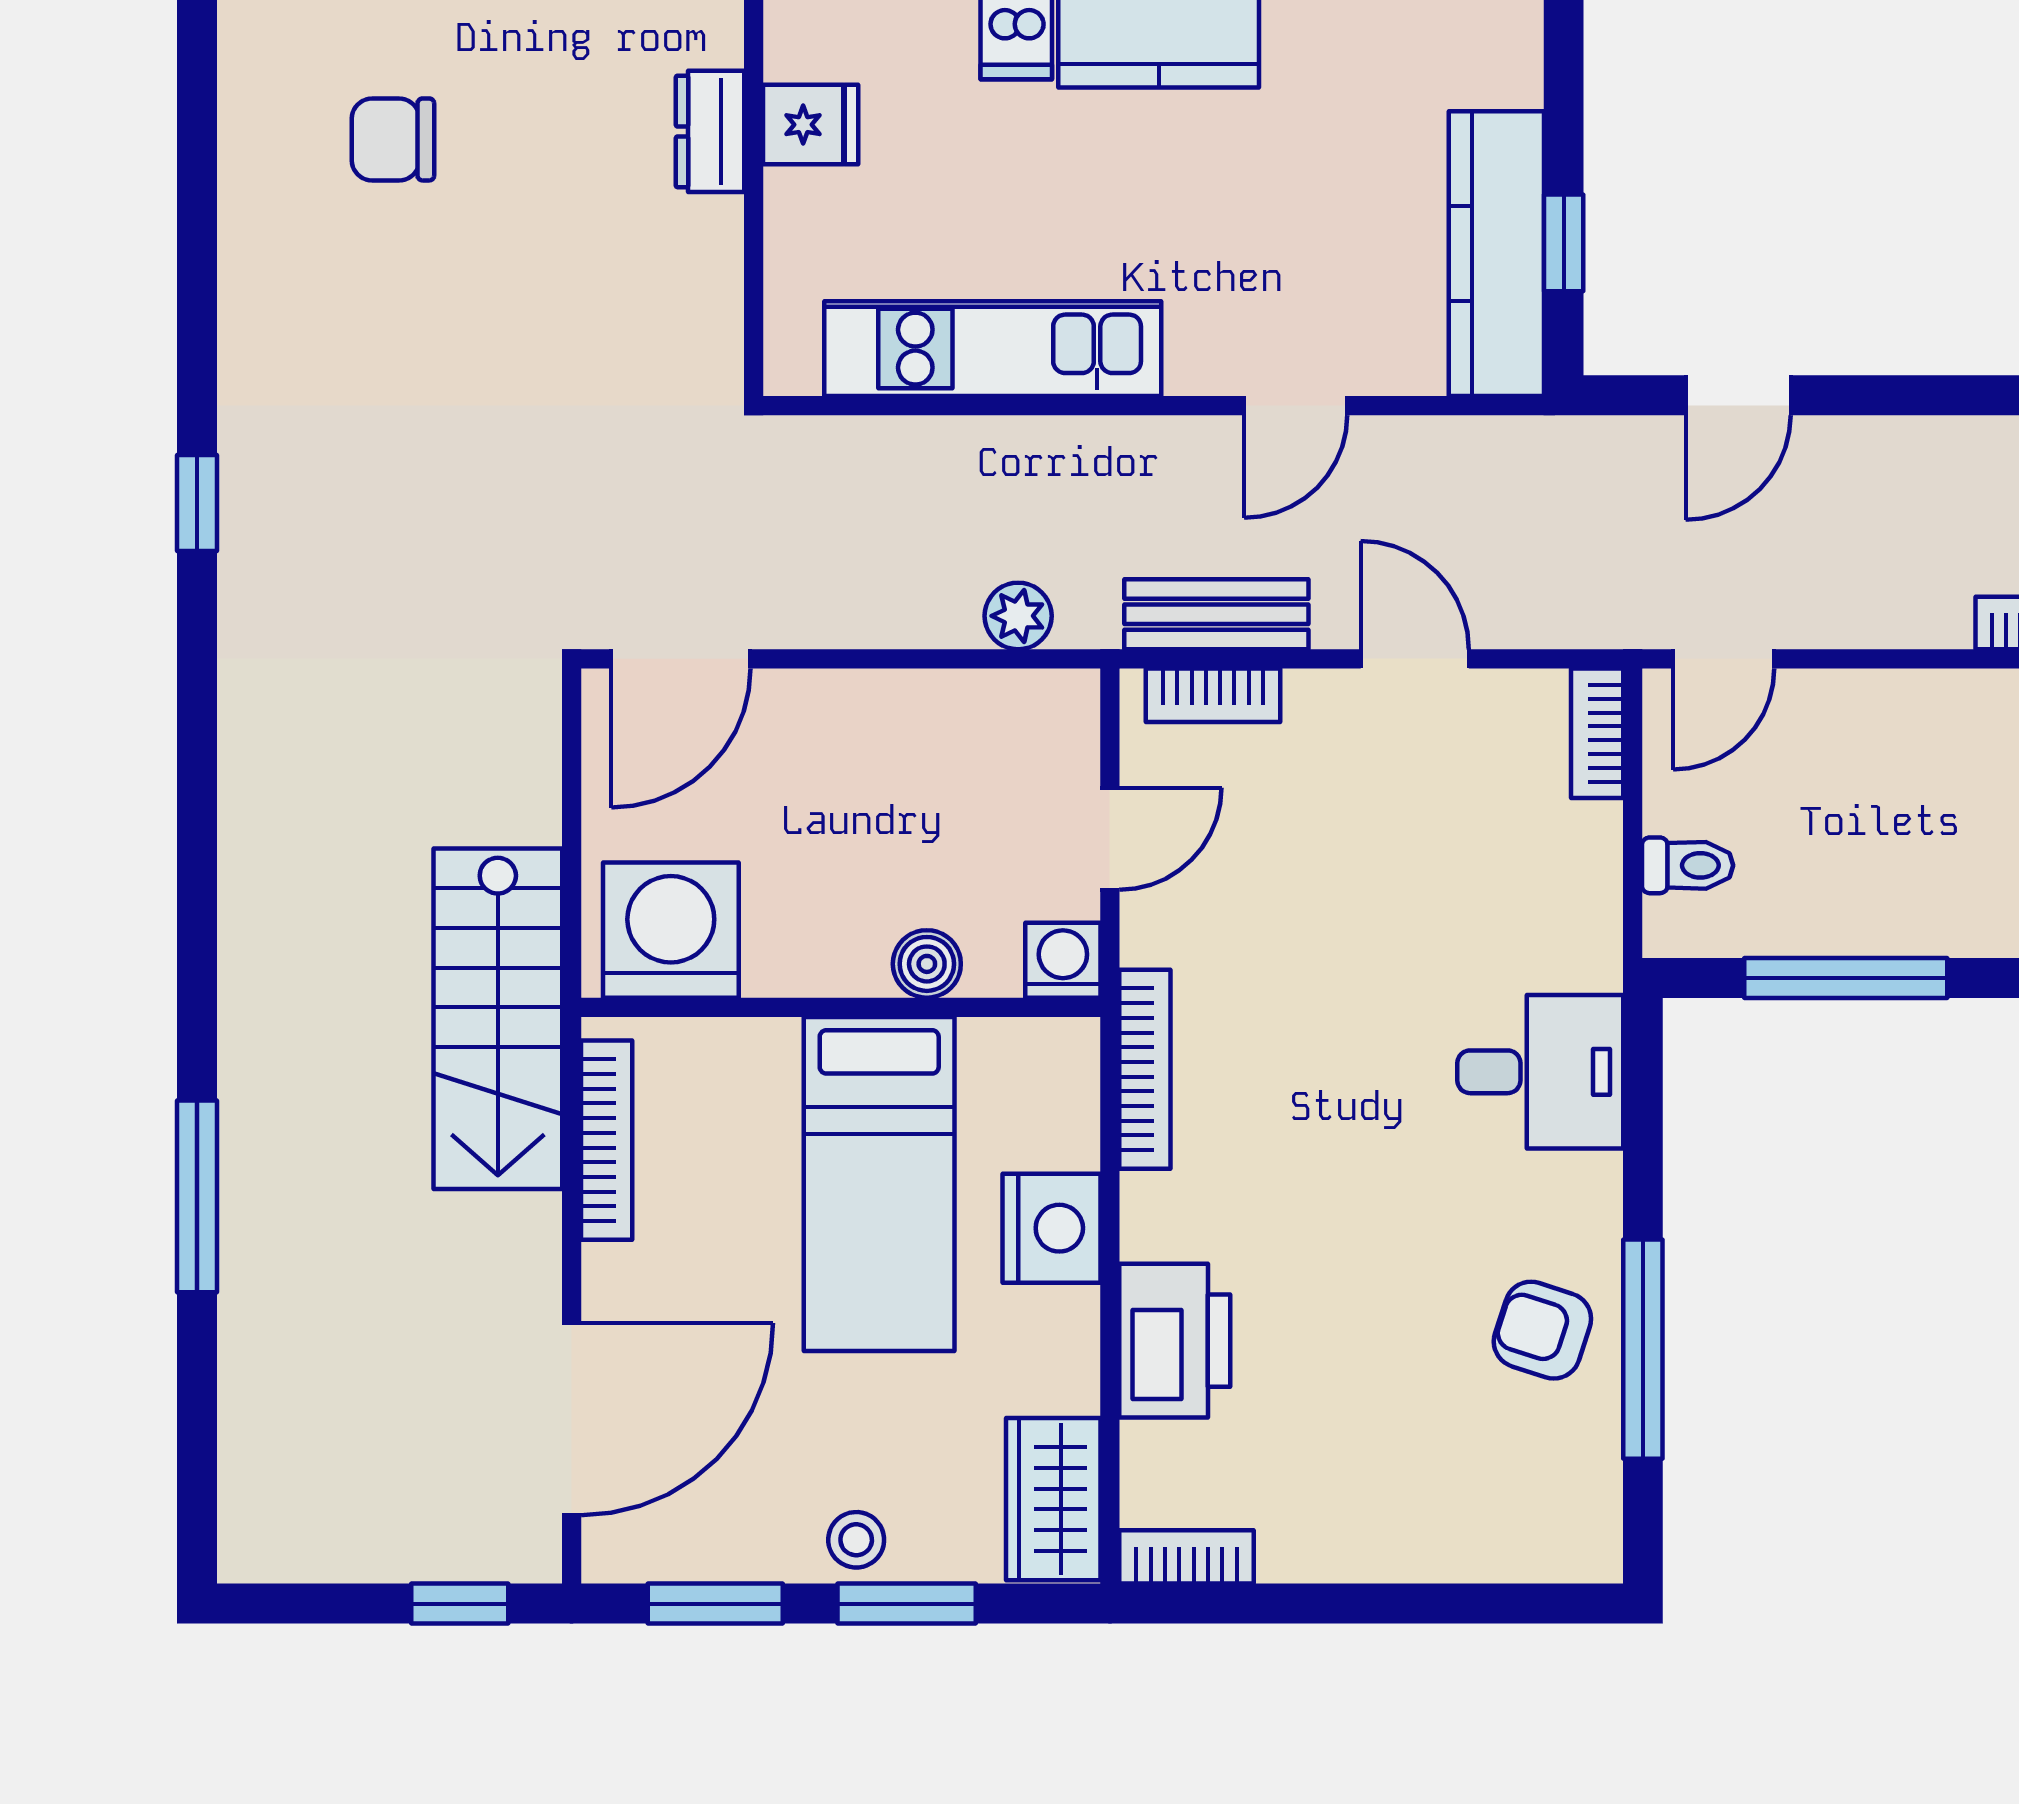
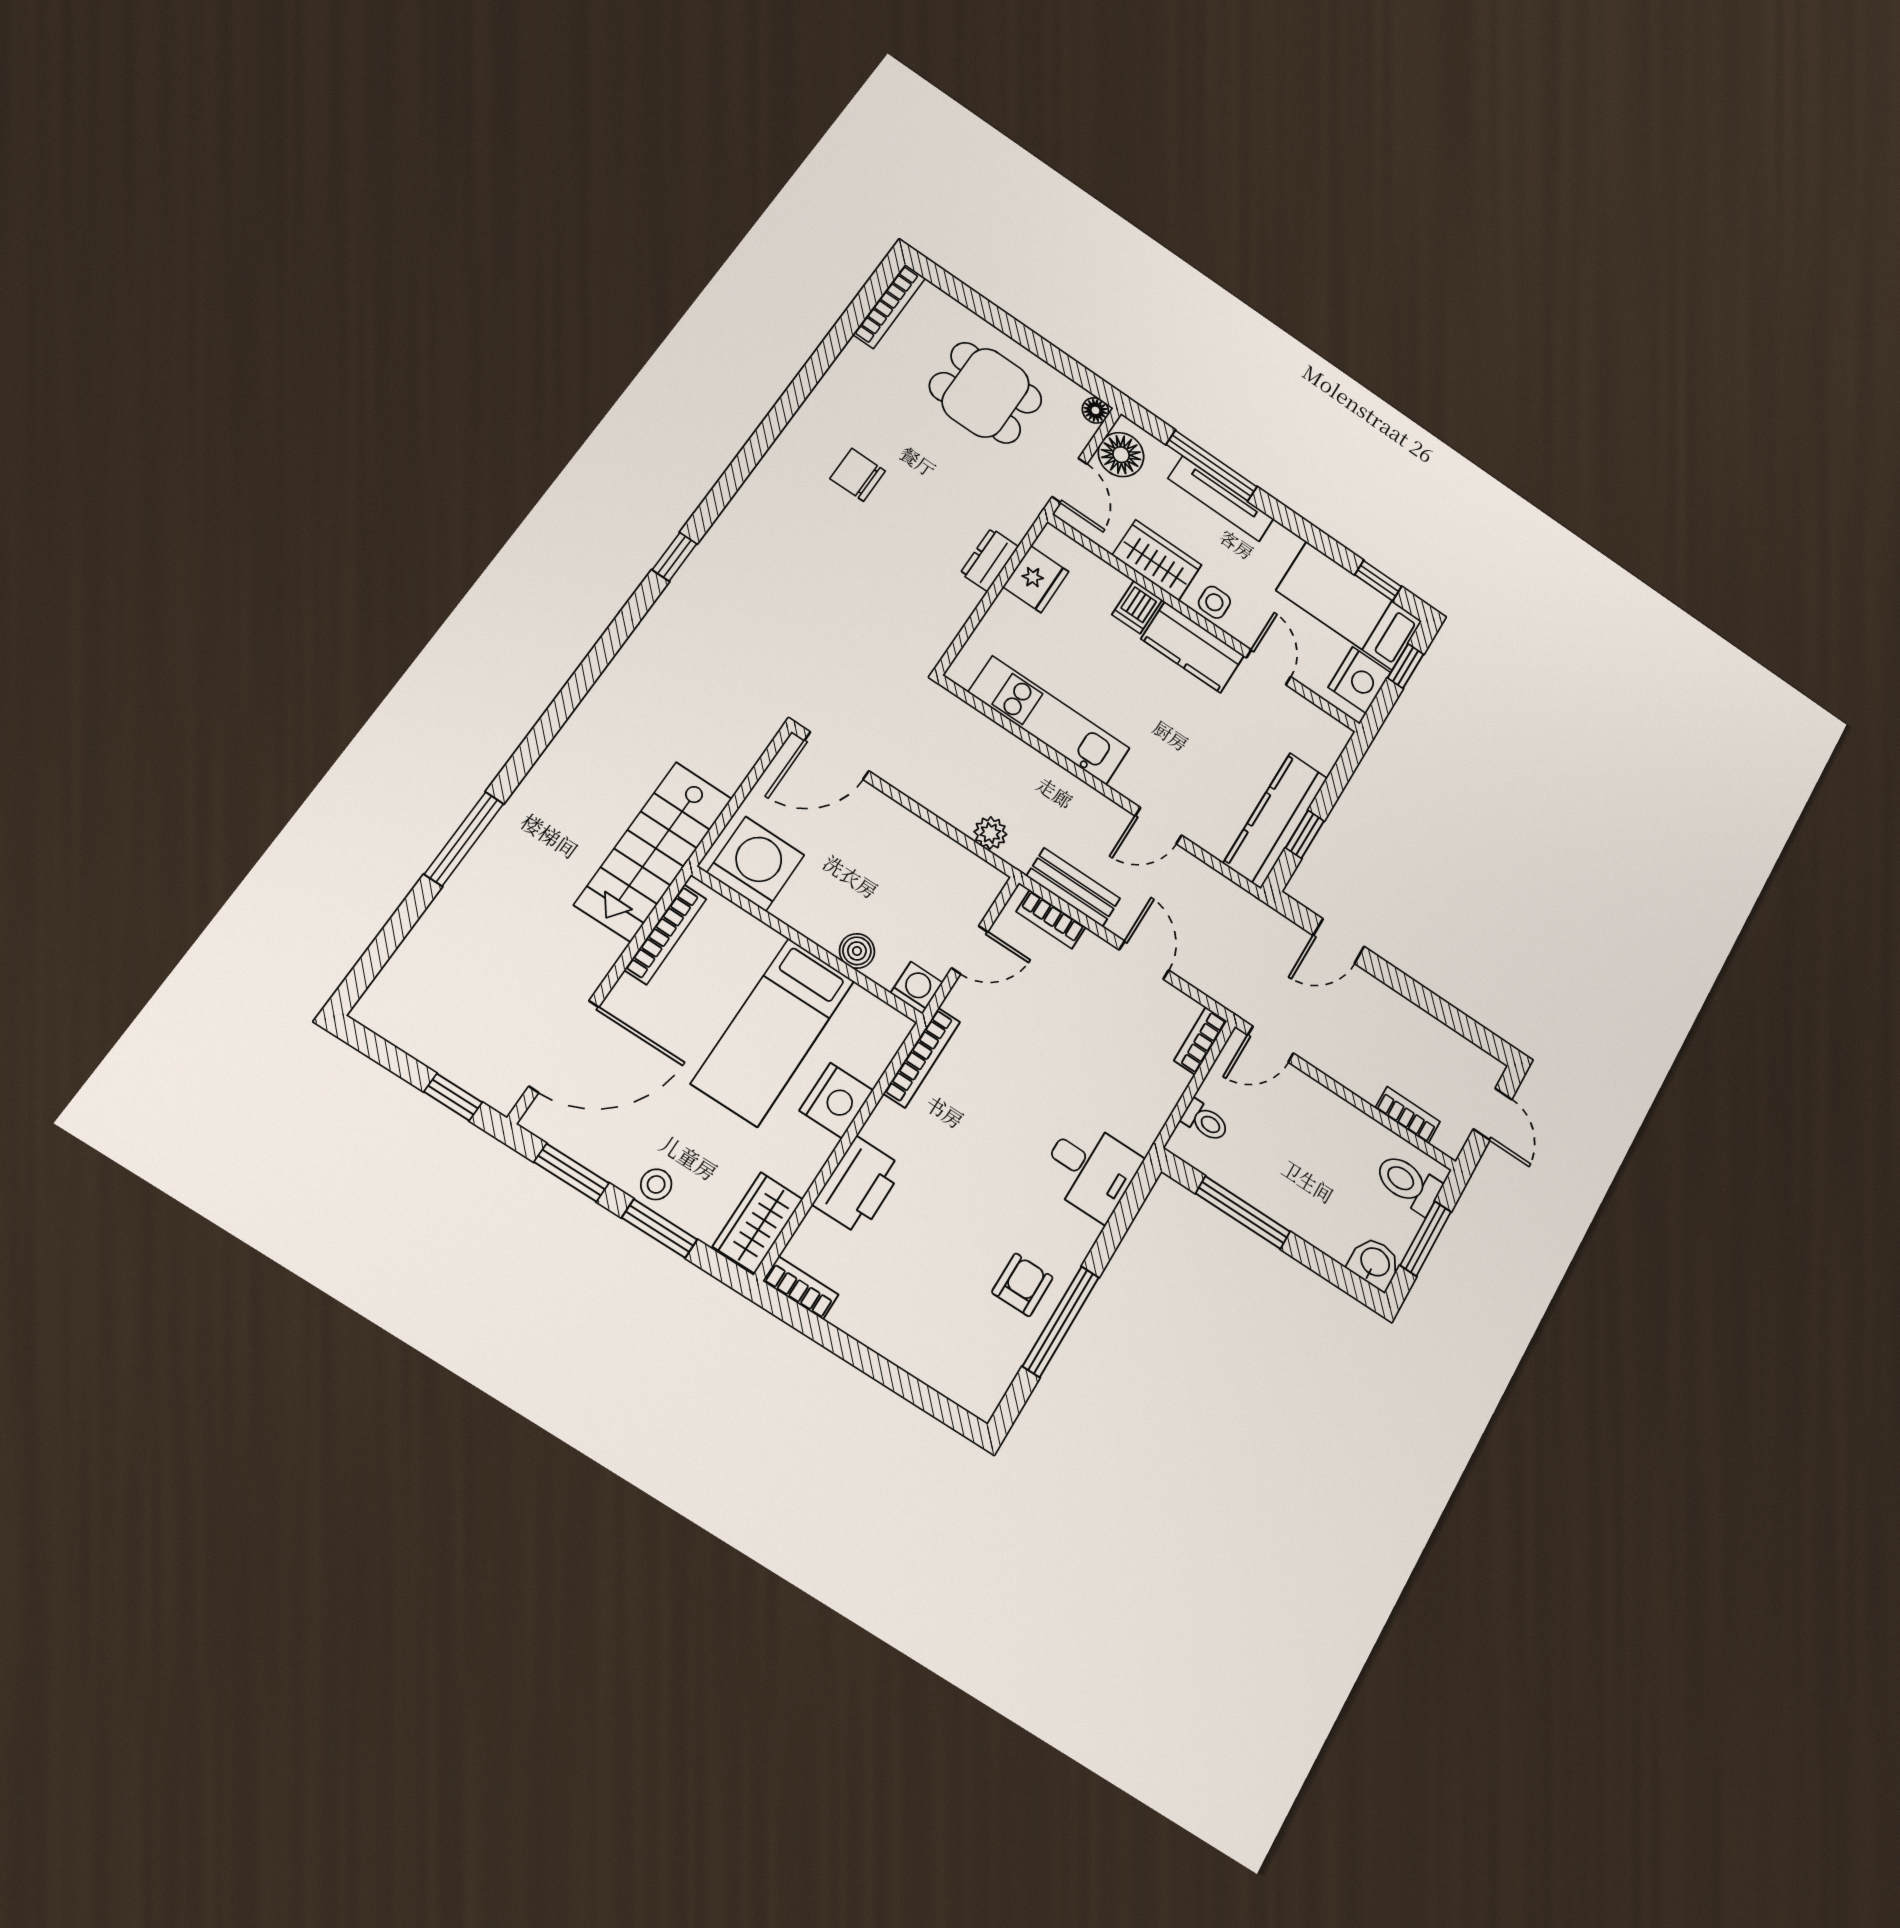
fridge: (811, 125) -> (1036, 579), width x1.38
armchair: (1542, 1330) -> (1022, 1285), turned 72

